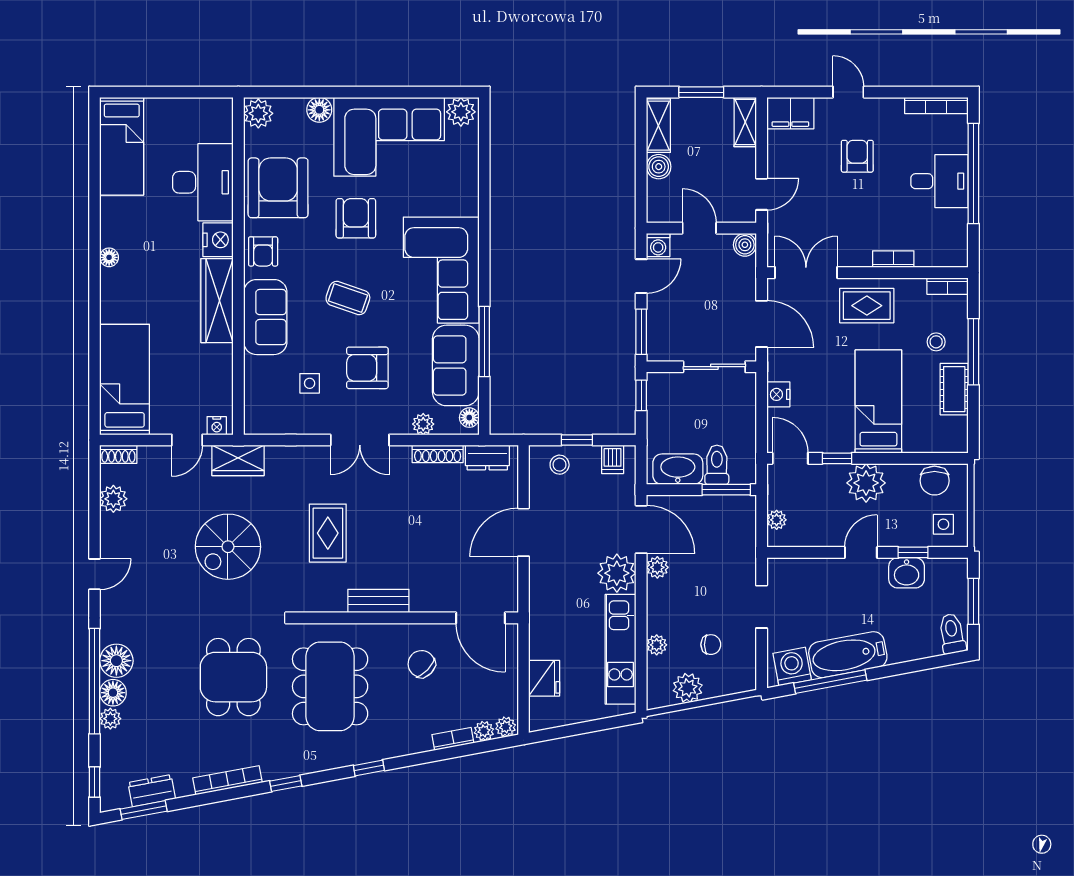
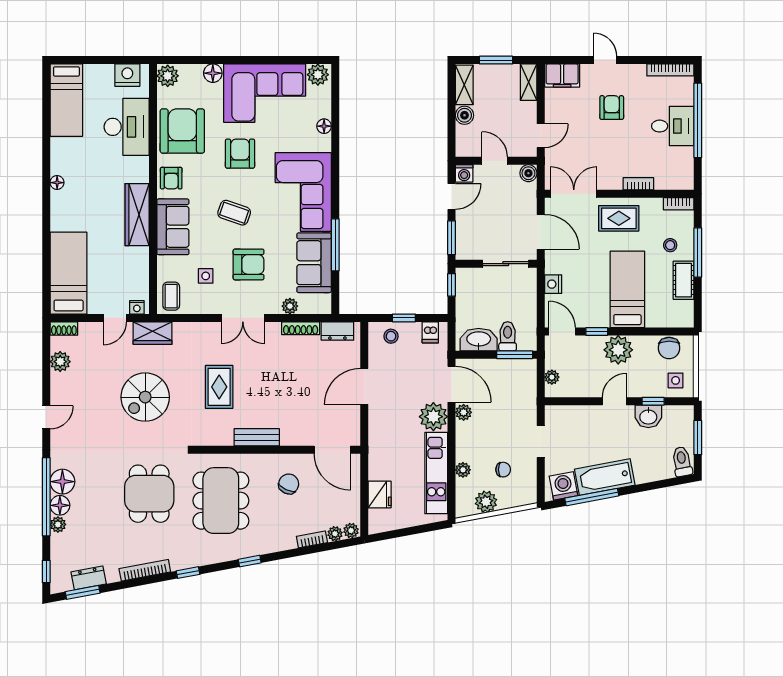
nightstand: (218, 240) -> (127, 75), moved, turned -90
armchair: (367, 368) -> (249, 264), turned 180
coffee table: (263, 410) -> (171, 296), added
floor lamp: (469, 418) -> (324, 126), moved
chair: (422, 664) -> (289, 484), turned 71

